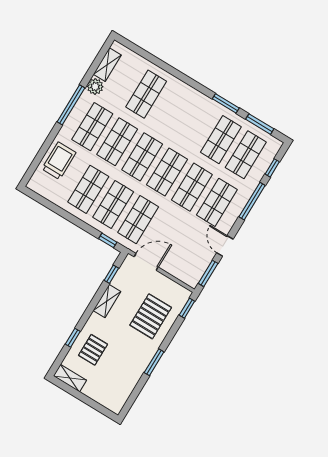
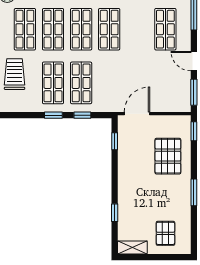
shop shelf: (192, 187) -> (137, 29), removed
window: (71, 218) -> (53, 115), added
shop shelf: (138, 220) -> (109, 83), removed
window: (108, 240) -> (82, 115), moved
shelving: (107, 301) -> (124, 165), removed
pallet: (93, 350) -> (165, 233), moved

